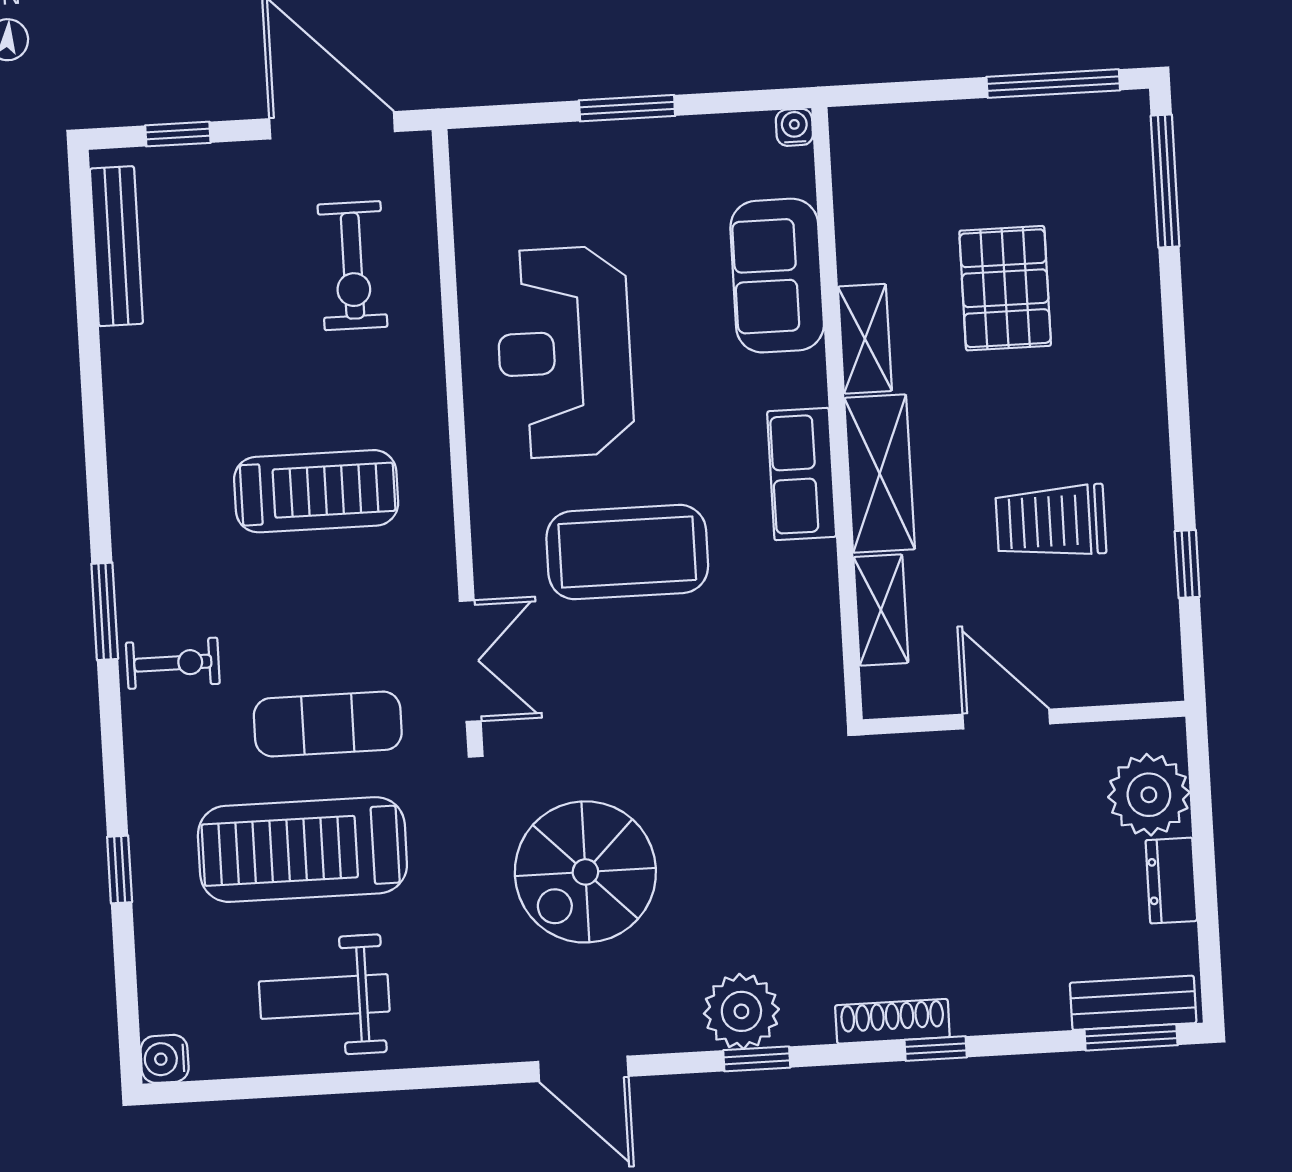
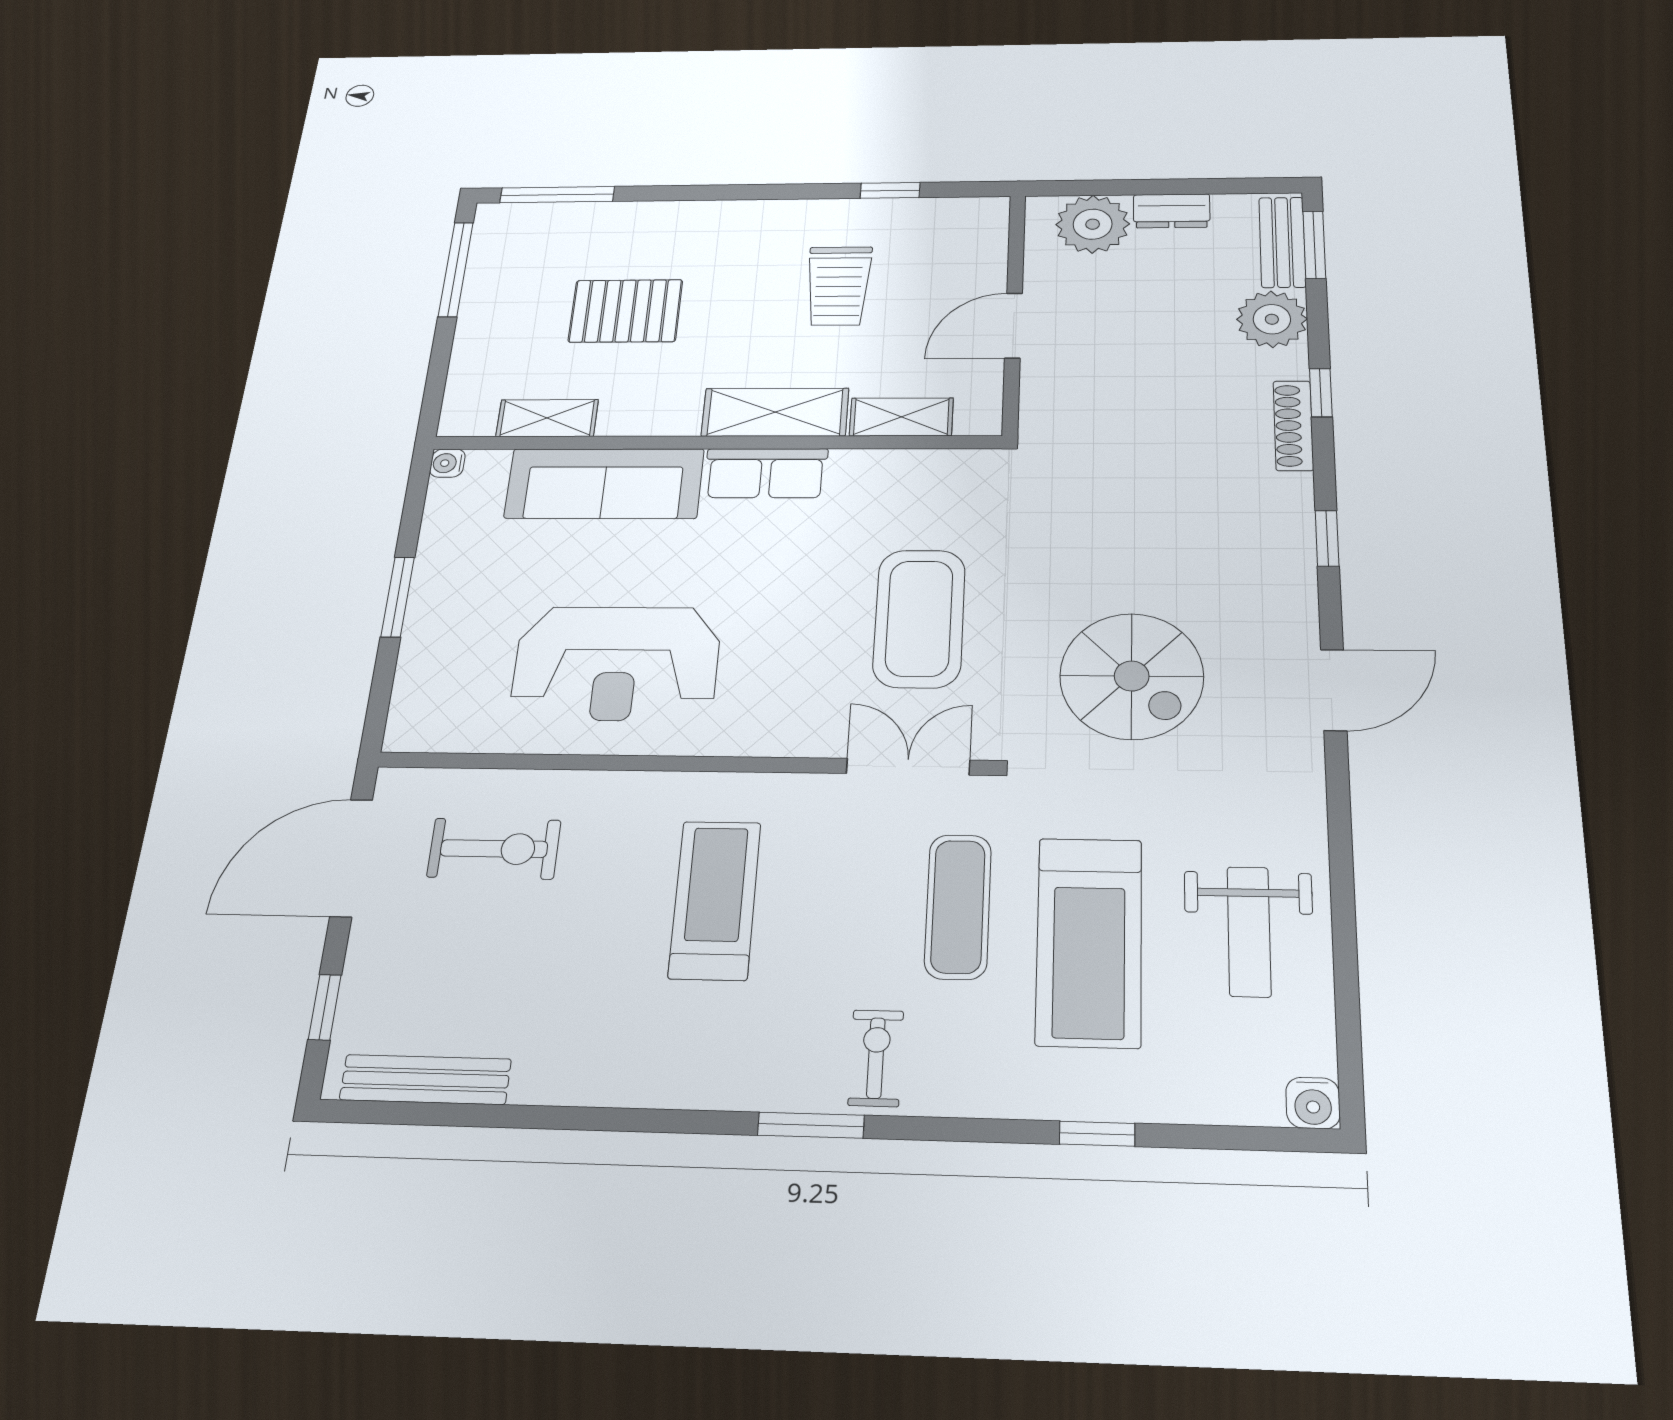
sofa: (777, 276) -> (604, 483), width x1.36
shelving: (865, 339) -> (547, 418), moved
coffee table: (627, 552) -> (919, 618), moved
plant: (741, 1011) -> (1272, 319), moved

